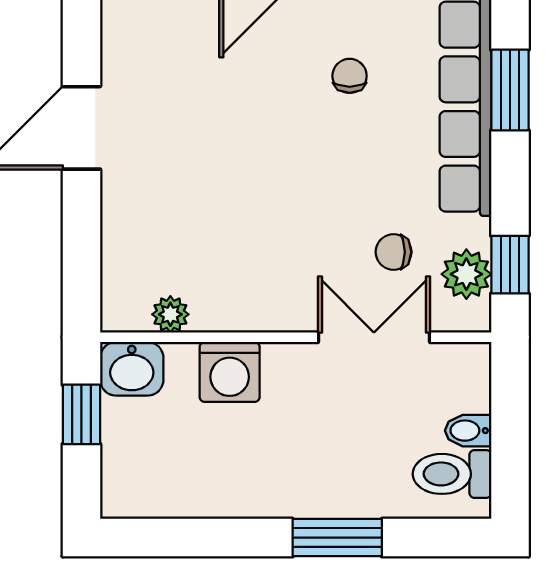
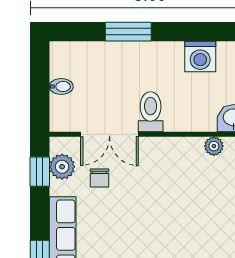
chair: (394, 252) -> (99, 178), turned 90
washing machine: (230, 372) -> (200, 57), moved, turned 180
toilet: (452, 474) -> (151, 112), moved, turned -90

